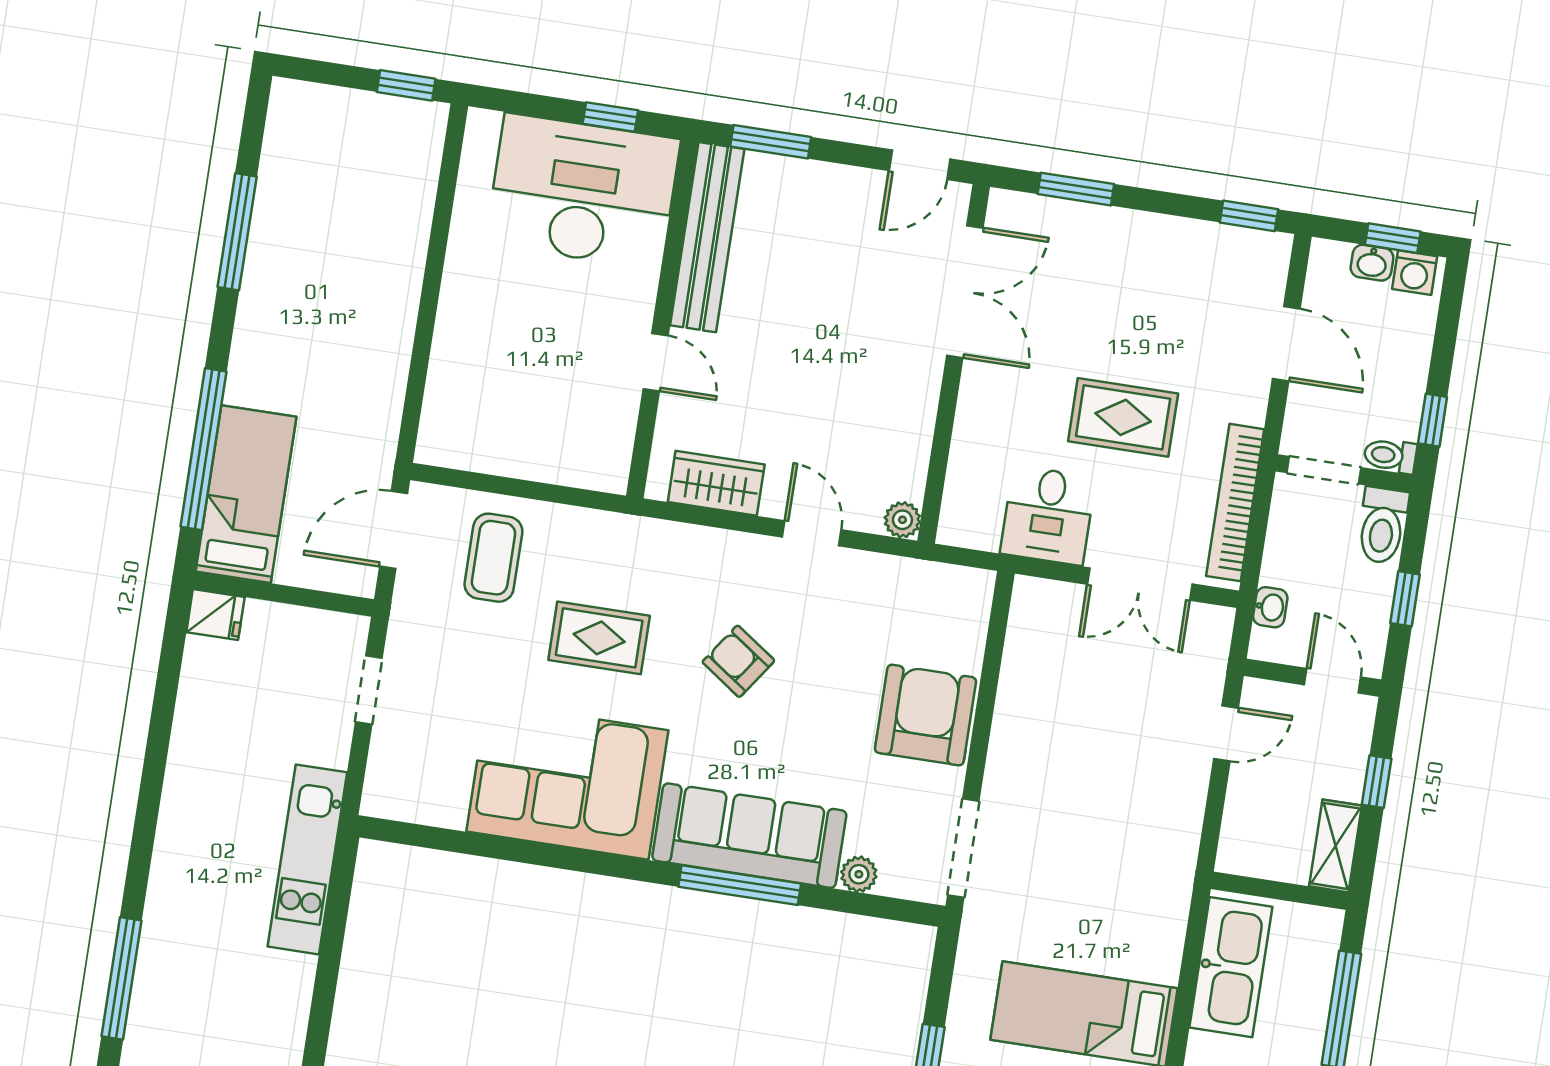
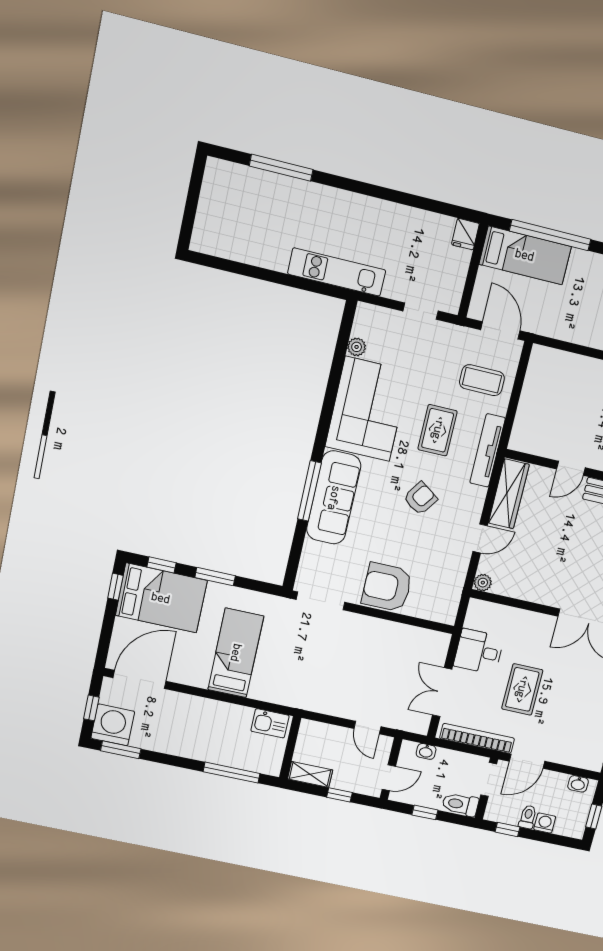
washbasin: (1372, 263) -> (578, 784), moved, turned -90
washing machine: (1415, 273) -> (545, 823), moved, turned 90
door: (1286, 344) -> (527, 761), moved
toilet: (1390, 456) -> (528, 817), moved
wardrobe: (716, 483) -> (509, 494), width x1.50
tv unit: (632, 534) -> (487, 450), added
armchair: (925, 715) -> (387, 587), turned 180
plant: (859, 874) -> (357, 347), moved
kitchen sink: (1231, 967) -> (270, 723), width x0.53, depth x0.81

